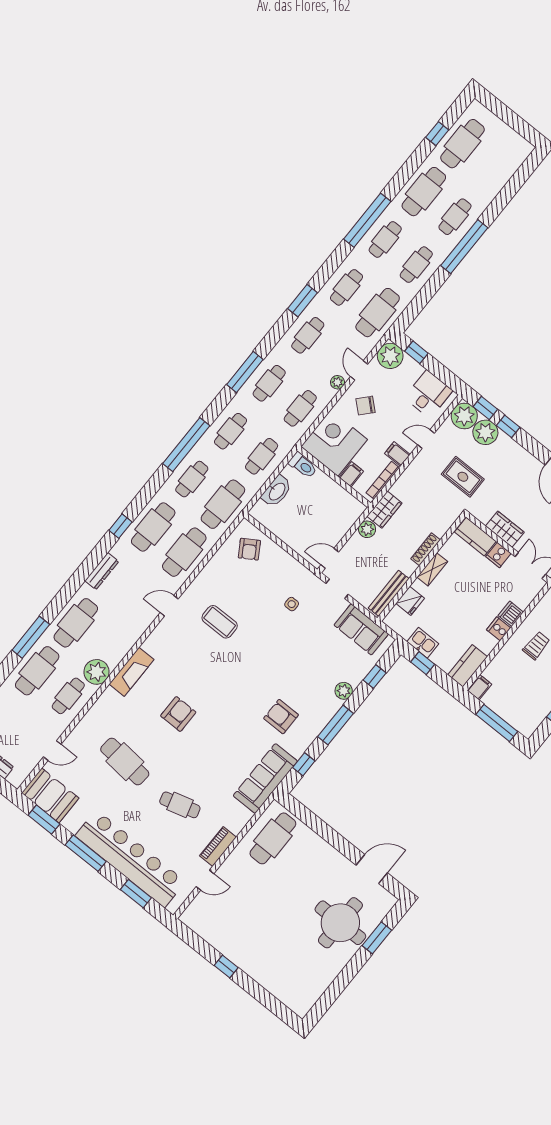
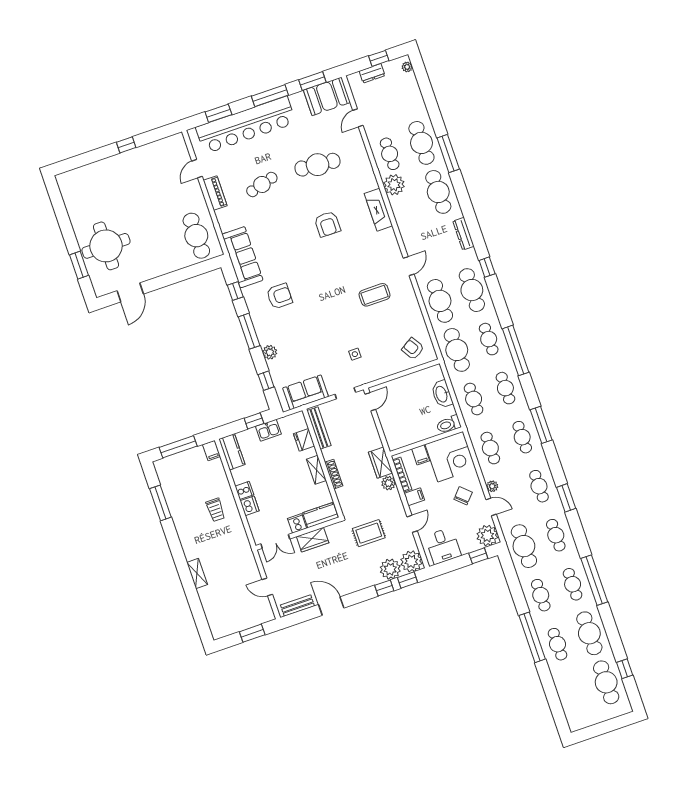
plant: (367, 529) -> (389, 483), moved

